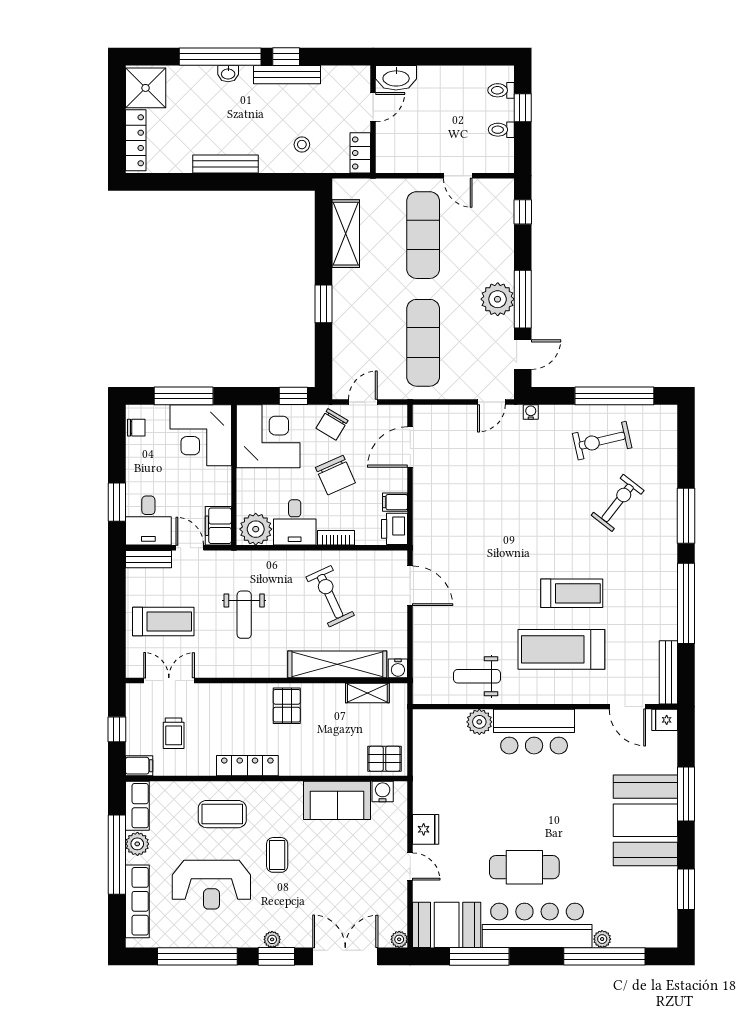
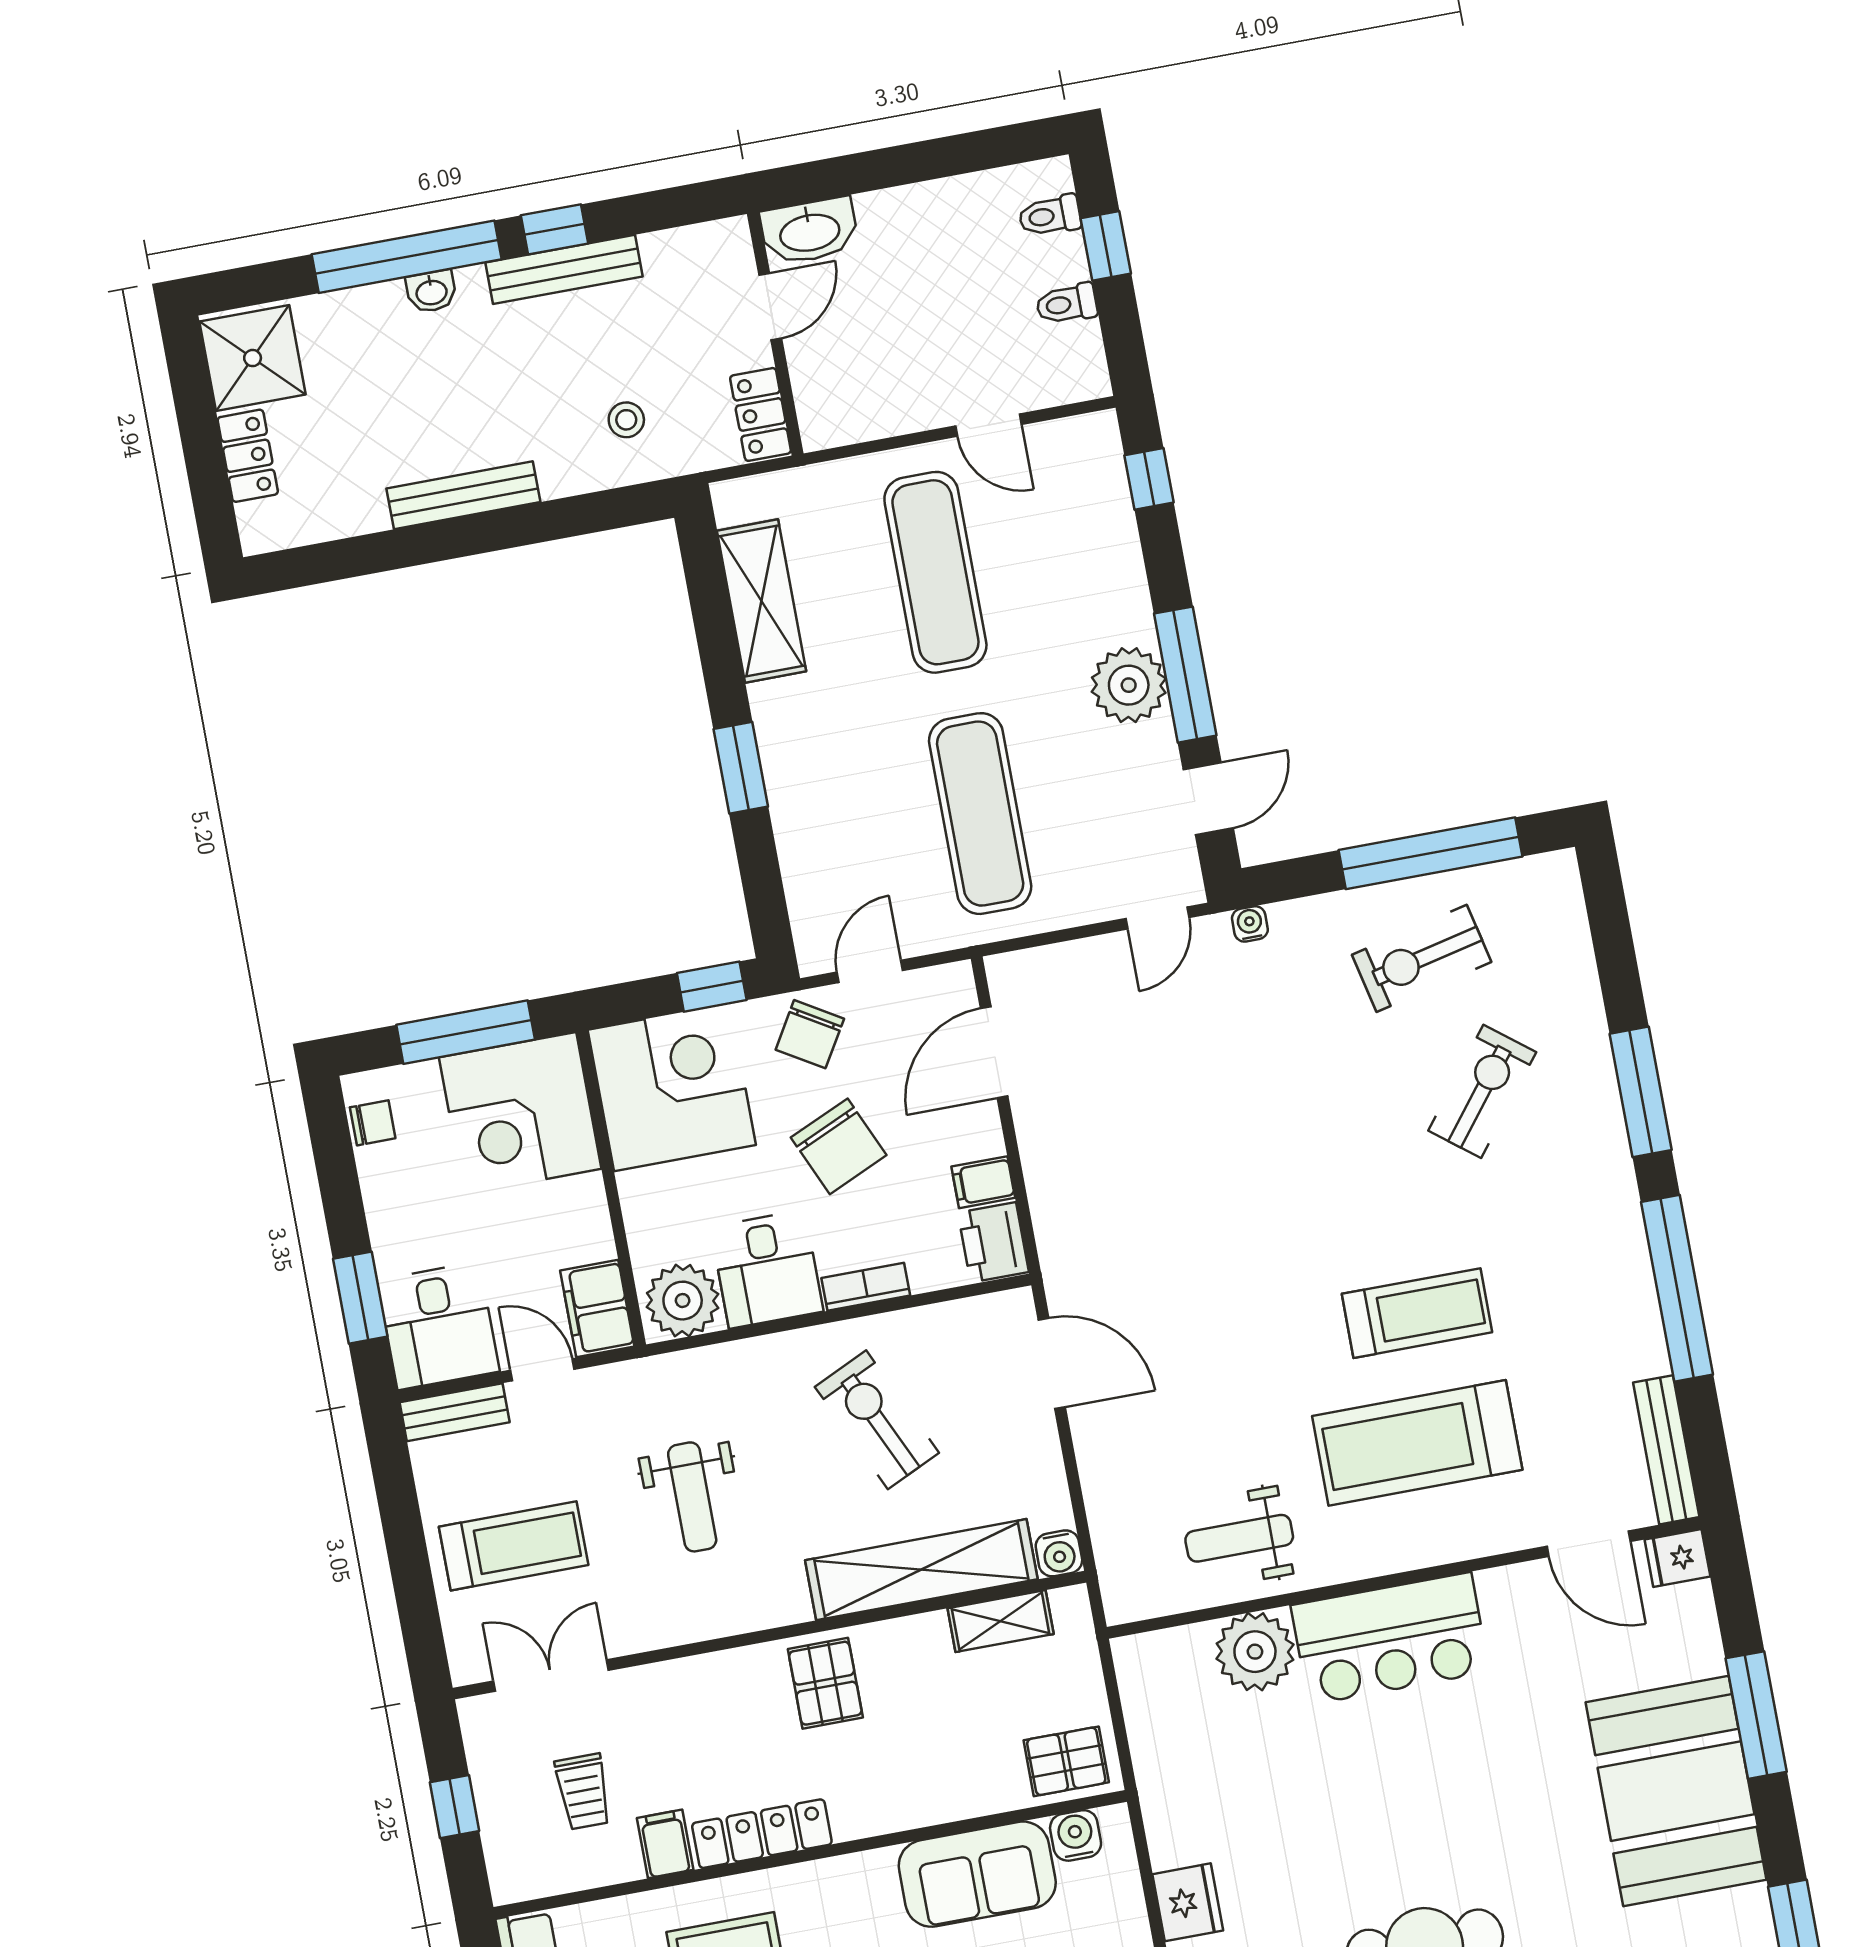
locker: (136, 140) -> (248, 456), width x0.66
plant: (479, 722) -> (1255, 1652), width x1.36, depth x1.36
filing cabinet: (139, 766) -> (665, 1844), moved, turned -90

